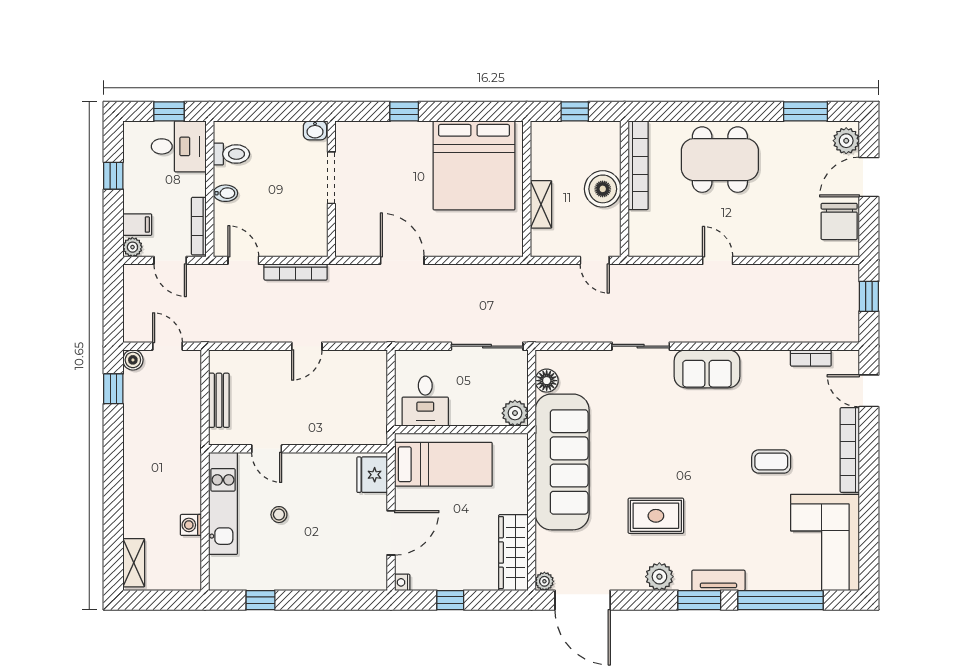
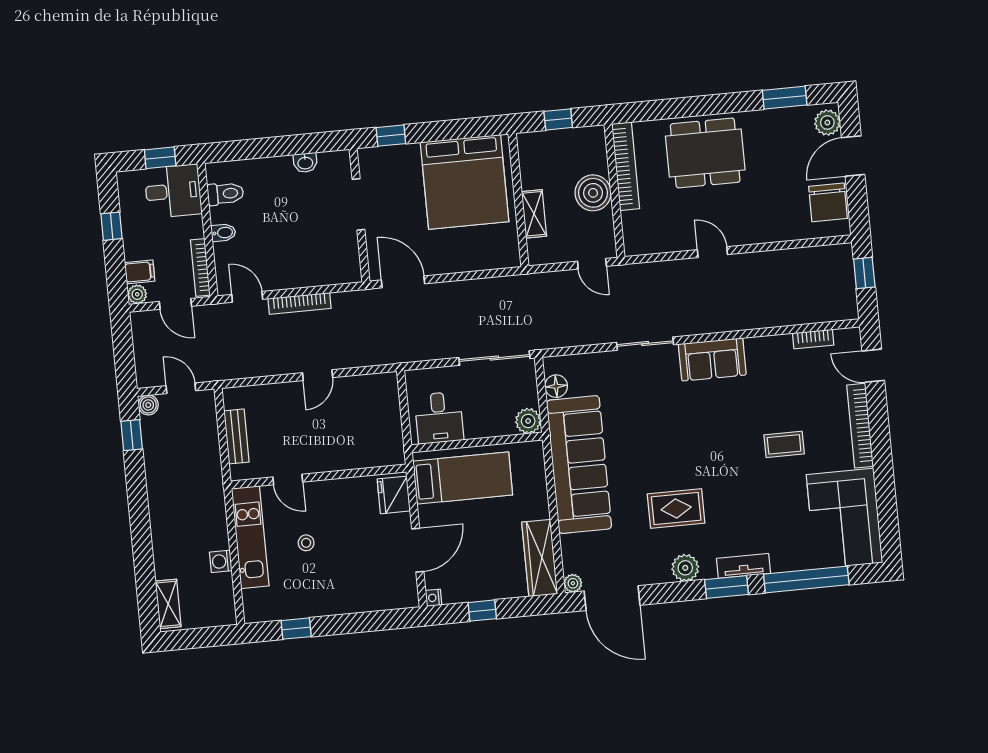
doorway: (331, 178) -> (358, 204), moved
wall: (331, 189) -> (360, 215), moved

